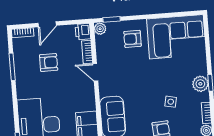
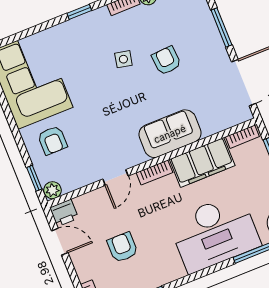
door: (47, 24) -> (60, 242), moved
bookcase: (87, 52) -> (154, 173), moved
plant: (200, 84) -> (85, 25), removed

